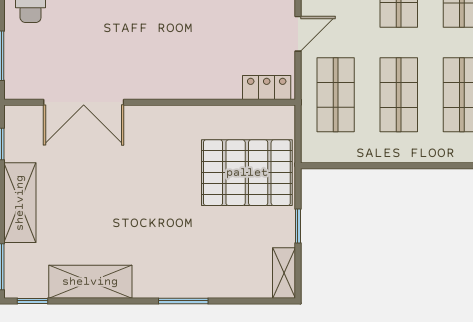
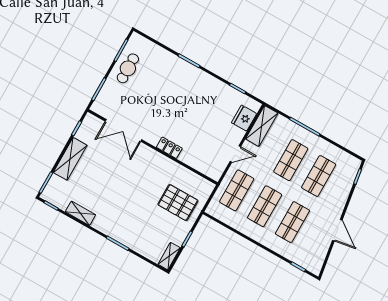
locker: (267, 87) -> (169, 148), moved
pallet: (247, 173) -> (178, 203), width x0.73, depth x0.71
shelving: (90, 282) -> (80, 213), width x0.67, depth x0.75

